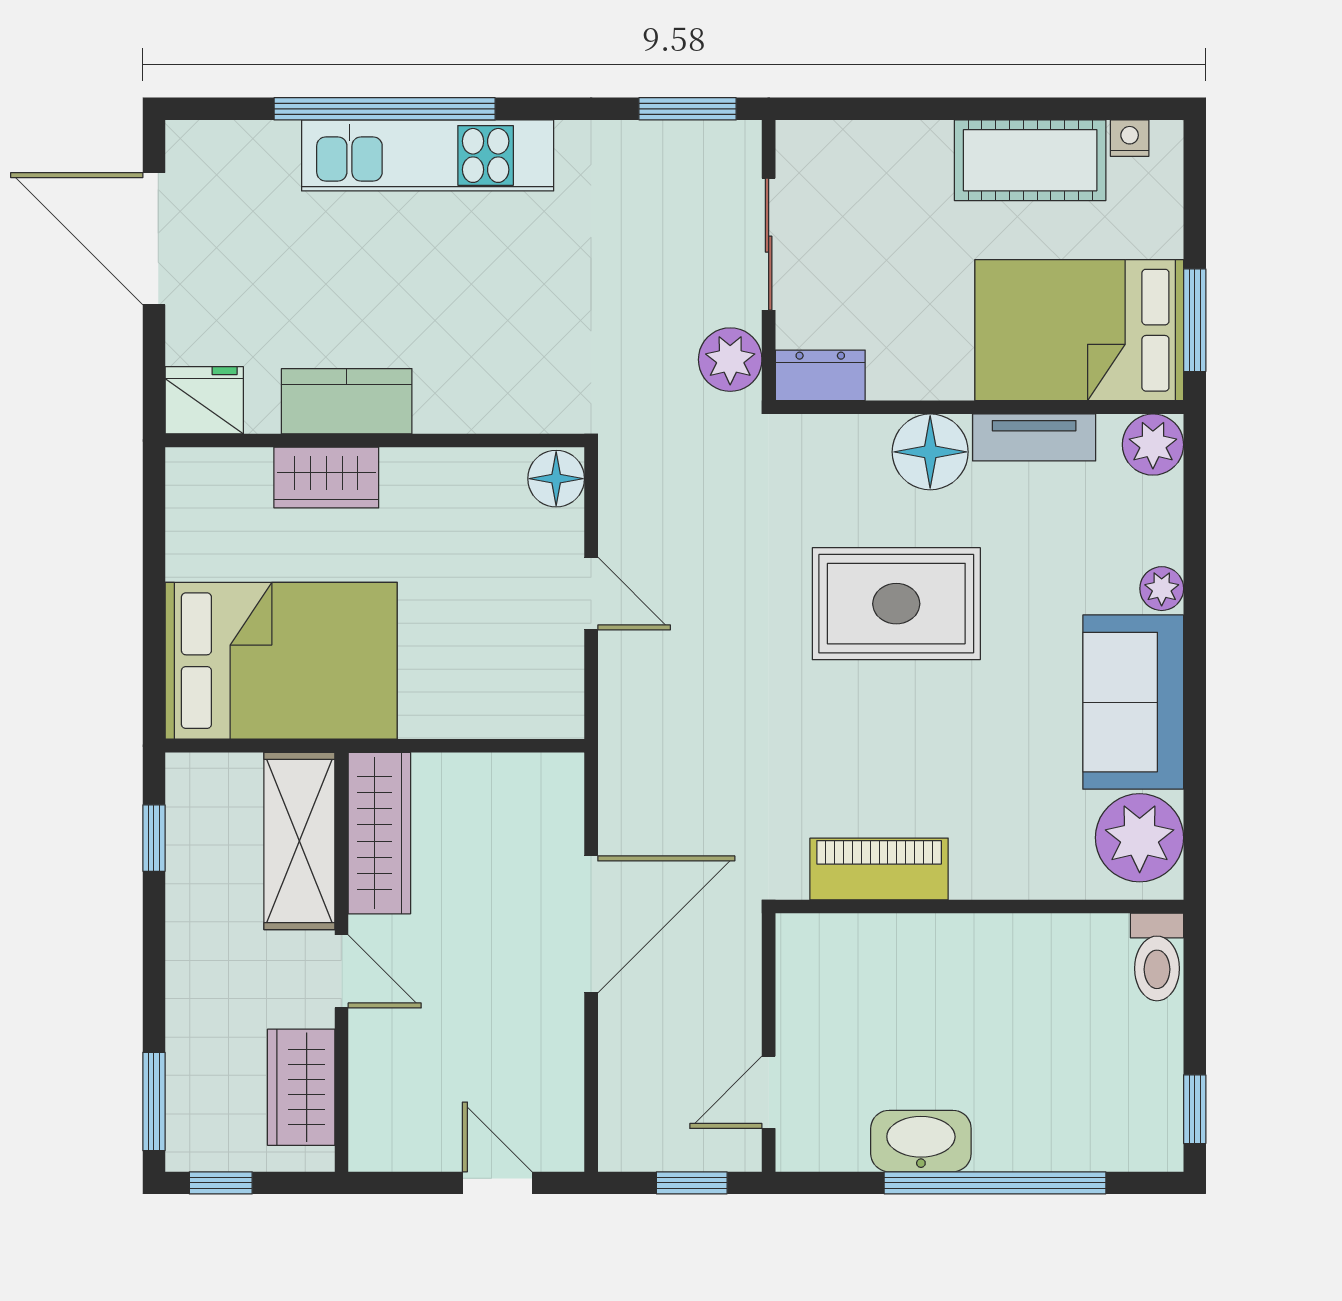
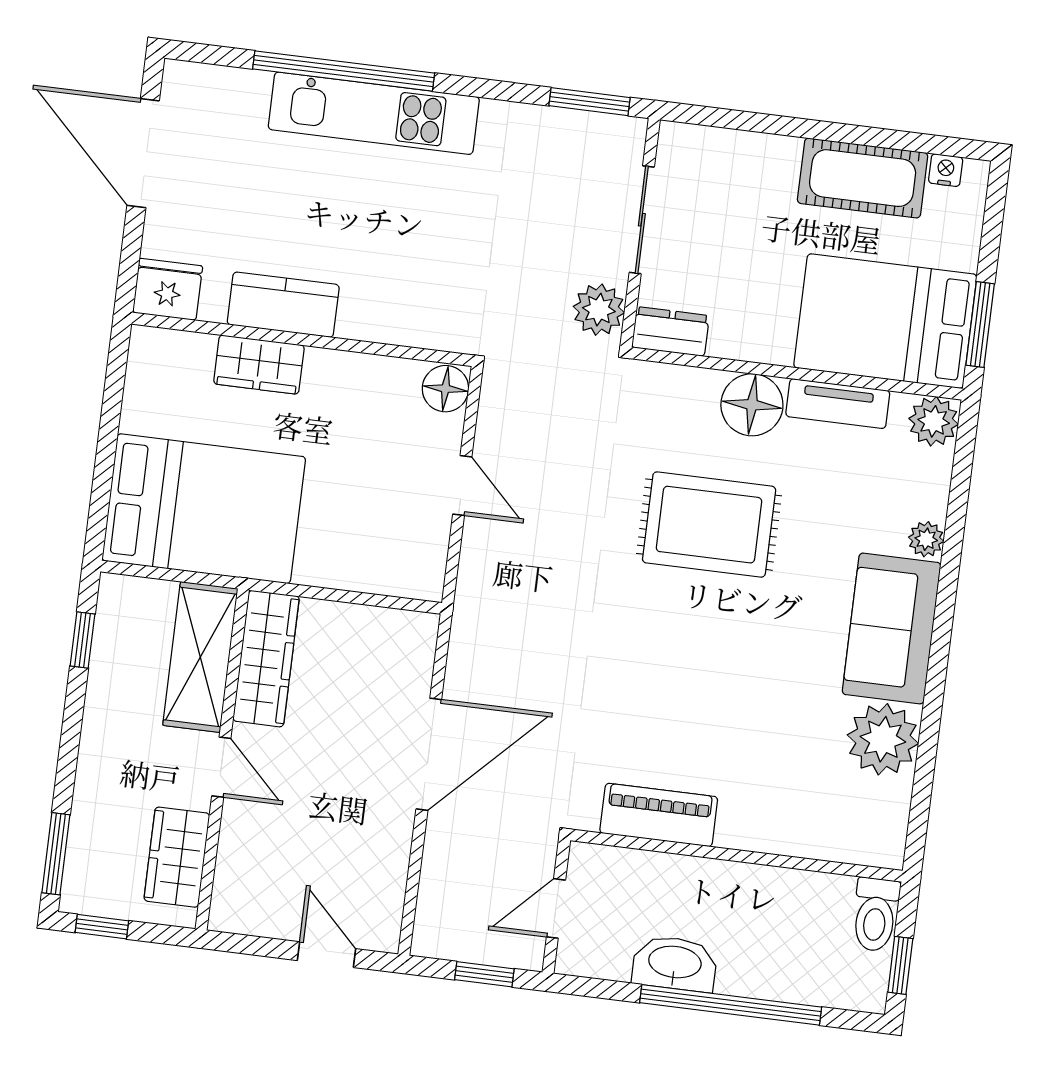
piano: (879, 869) -> (659, 815), moved
wall: (979, 907) -> (736, 856), moved
toilet: (1157, 957) -> (875, 915), moved

